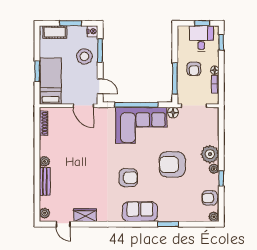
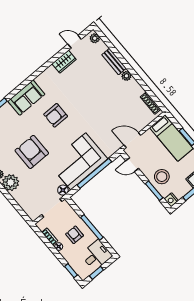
desk: (201, 39) -> (96, 255), moved, turned -90
window: (175, 78) -> (92, 227), moved
armchair: (172, 164) -> (32, 152), turned -90

